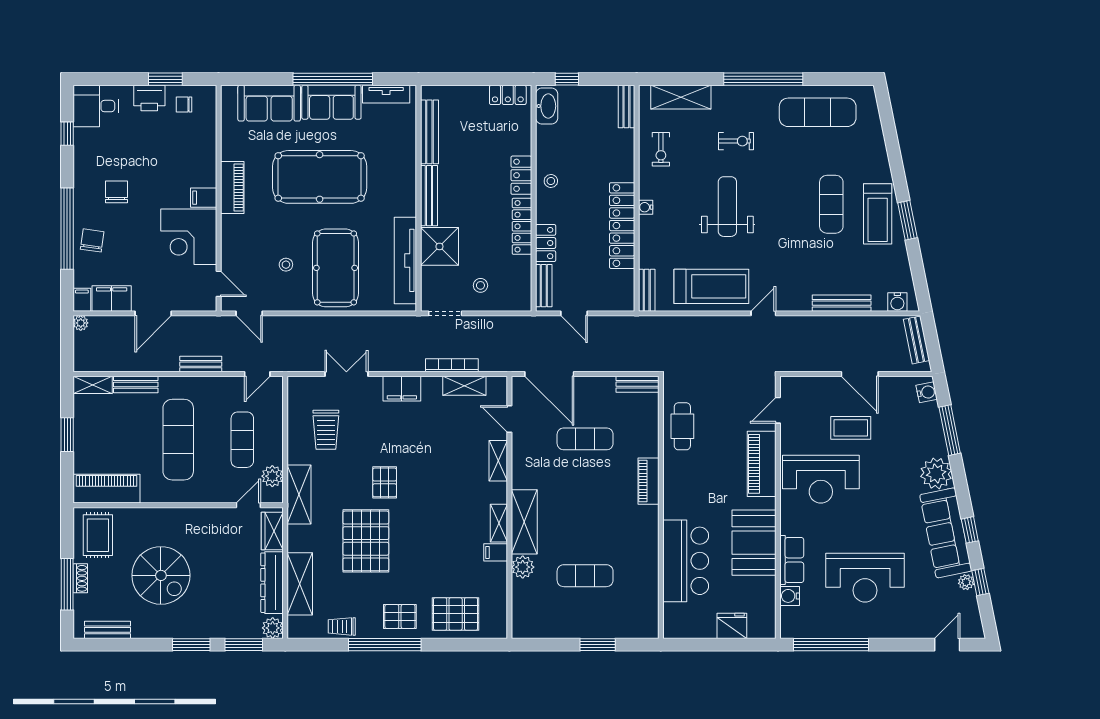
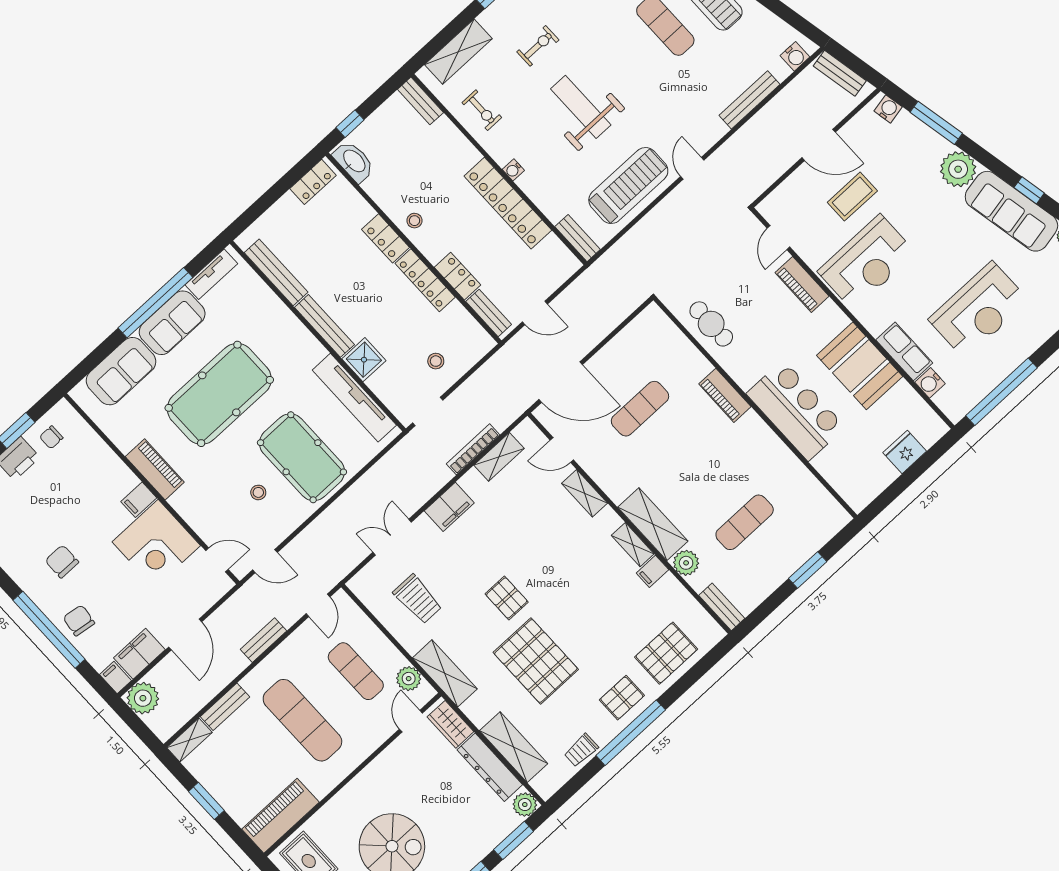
shower: (439, 246) -> (364, 360), width x0.73, depth x0.73
plant: (81, 323) -> (143, 698), width x1.88, depth x1.88
bench: (637, 384) -> (722, 607), moved, turned 90
piano: (762, 464) -> (802, 284), width x0.73, depth x0.75
bar counter: (686, 561) -> (796, 410), moved

